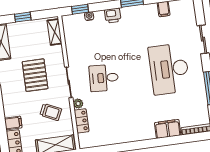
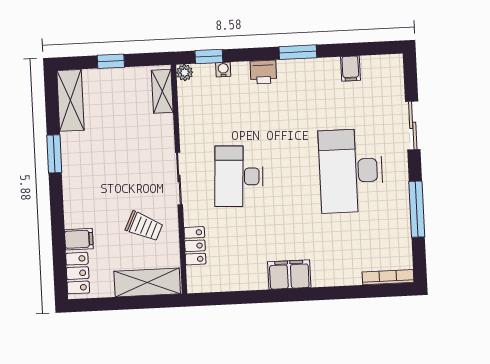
pallet: (35, 75) -> (123, 162), removed
desk: (104, 78) -> (239, 176), width x1.37
plant: (78, 104) -> (185, 73), moved
filing cabinet: (168, 129) -> (289, 275), moved

